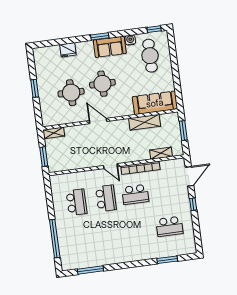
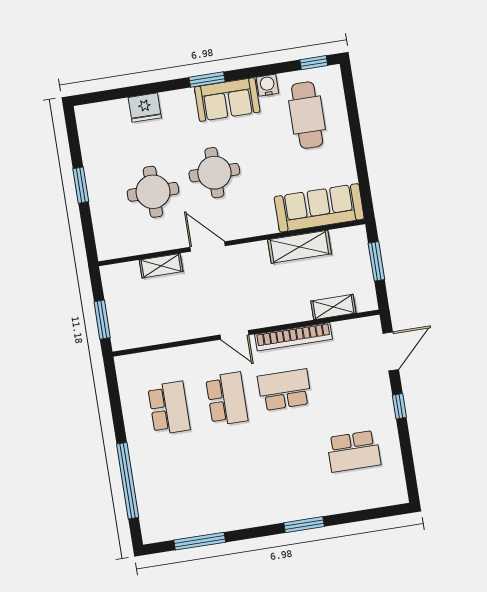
shelving: (54, 133) -> (161, 266), moved
school desk: (135, 194) -> (285, 390), turned 180
window: (167, 260) -> (304, 525), moved

